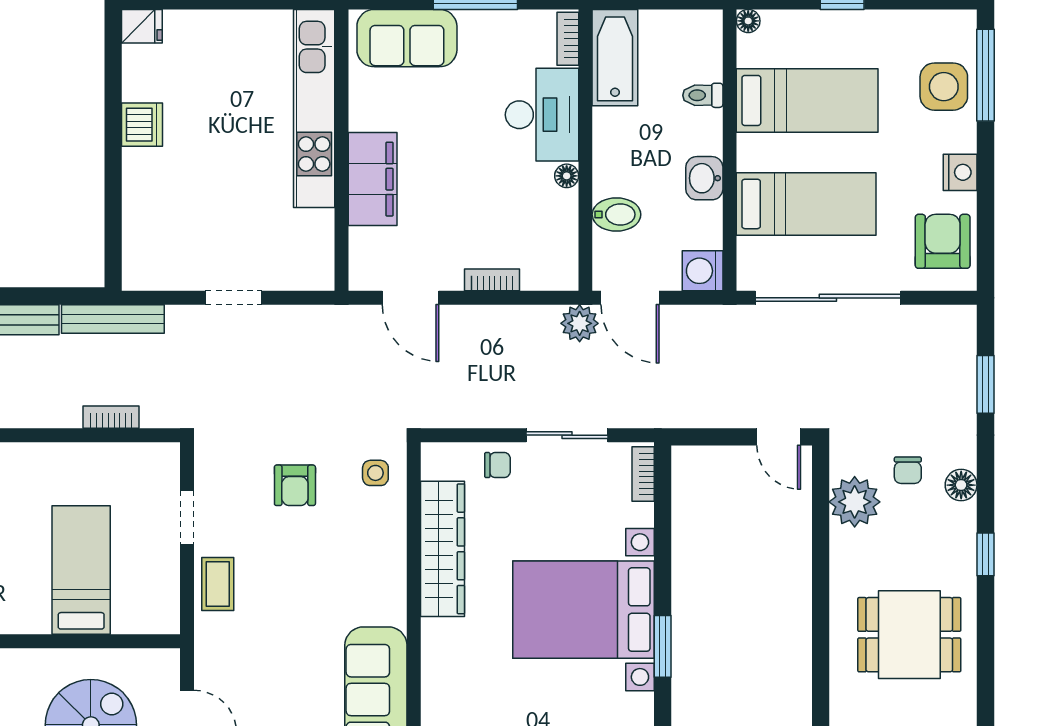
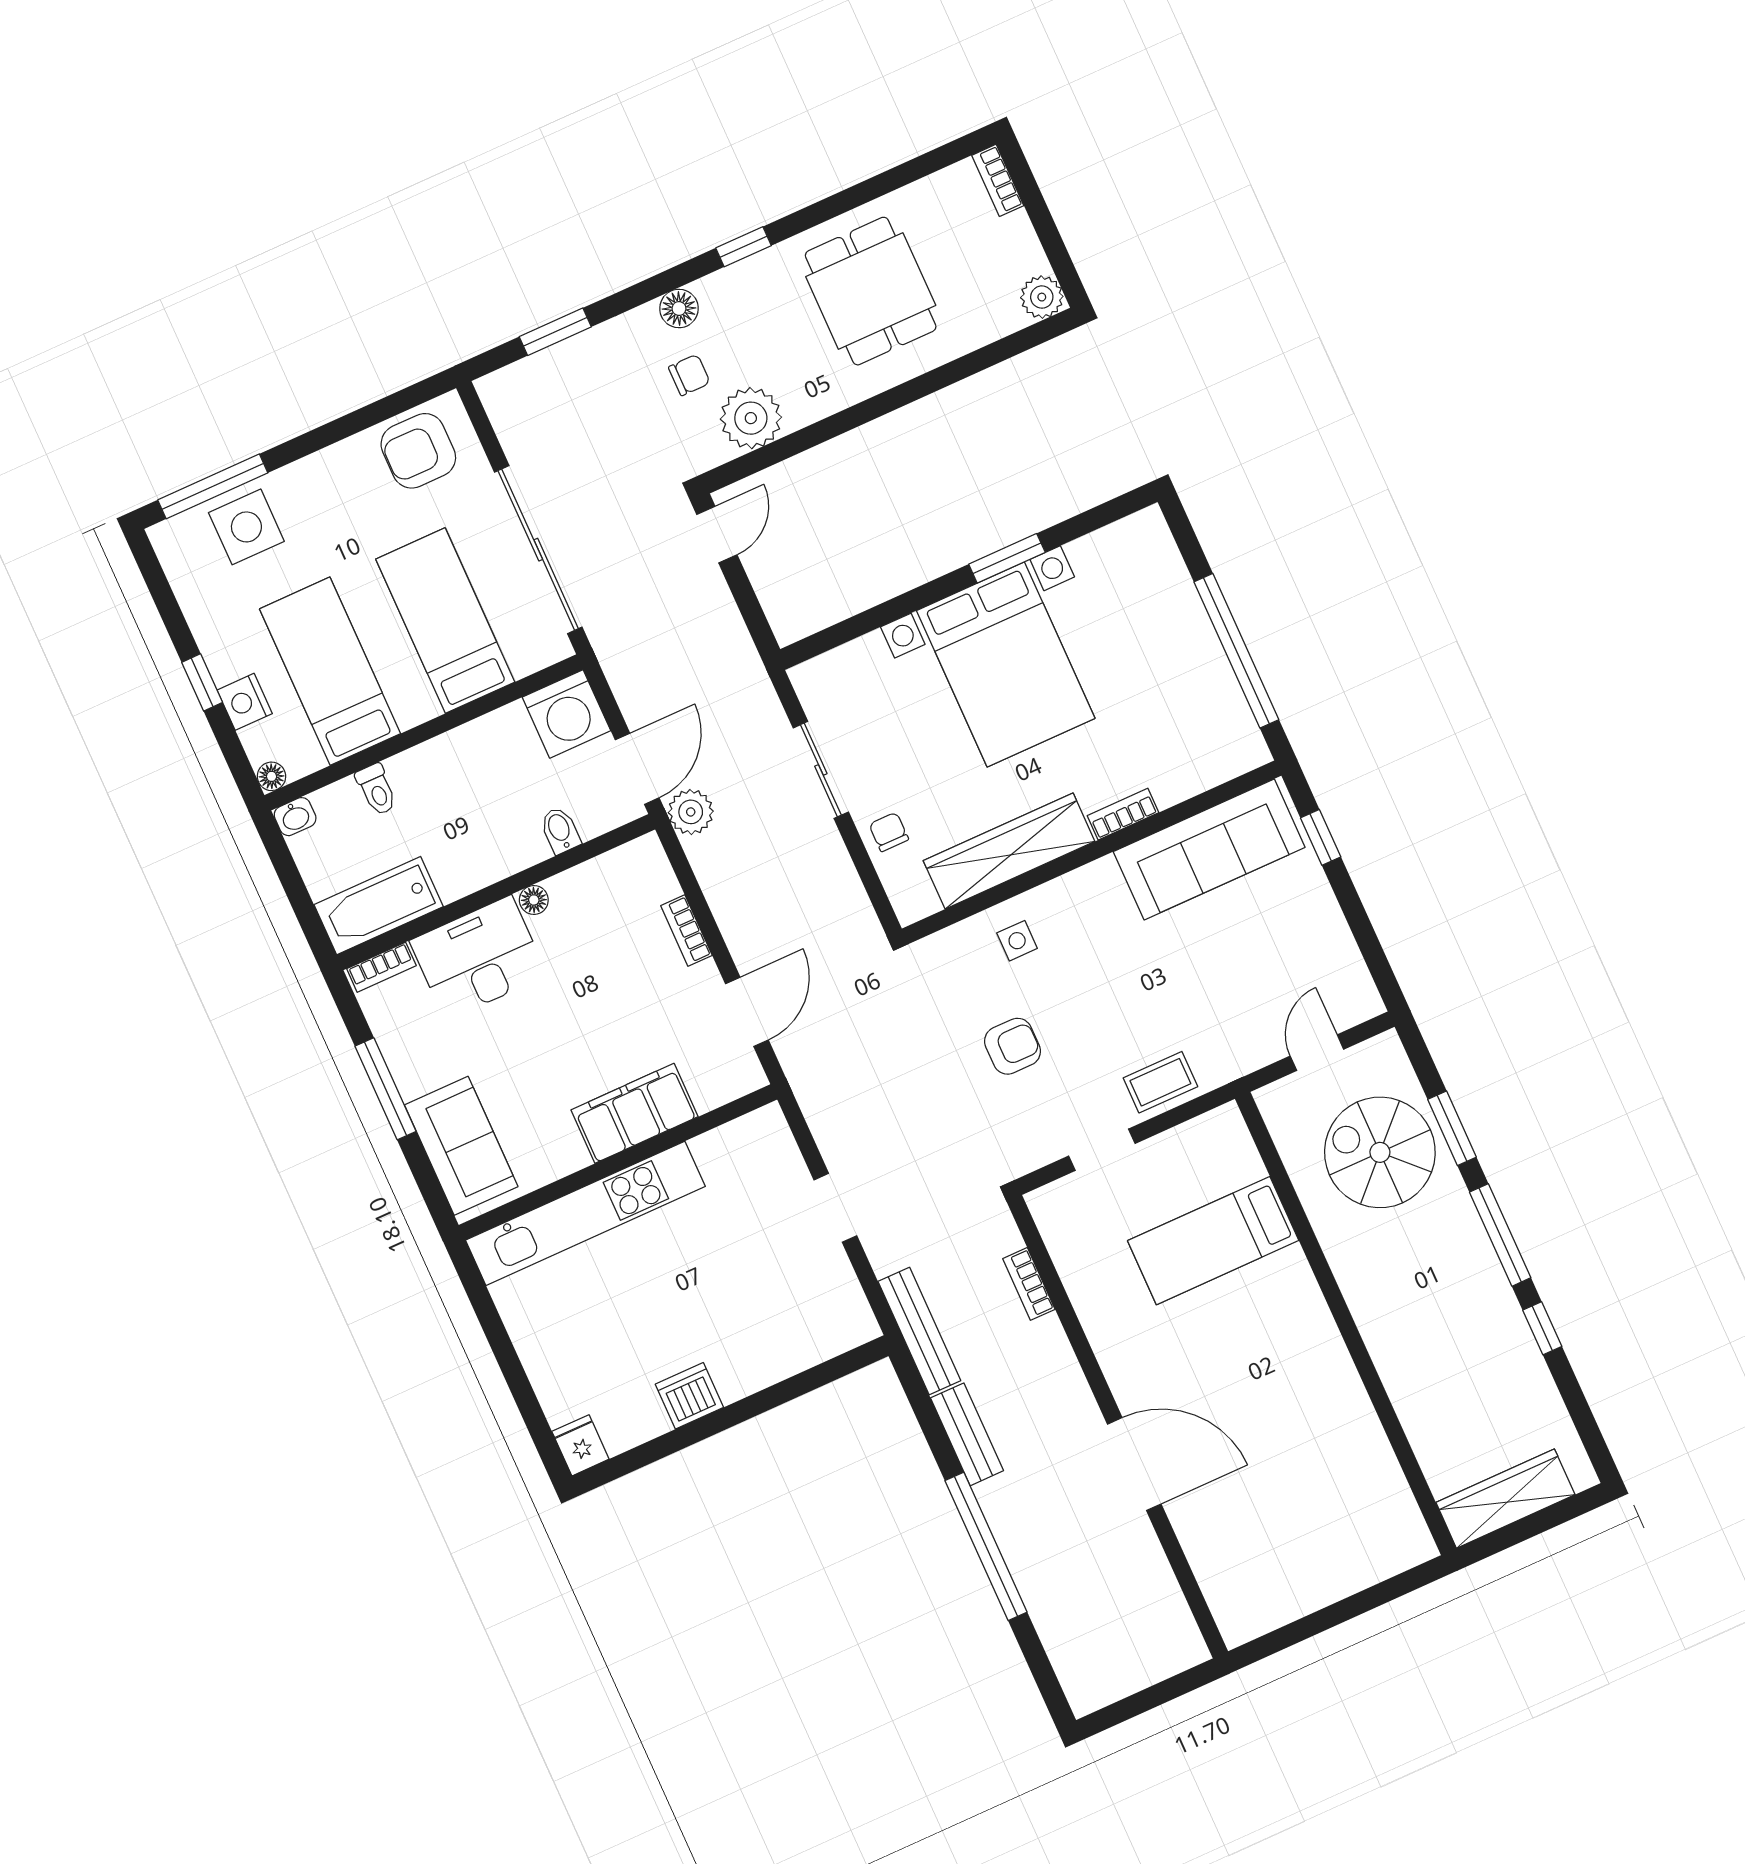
nightstand: (960, 172) -> (245, 702), moved, turned -90
washbasin: (704, 178) -> (295, 817), moved, width x0.72, depth x0.69
bidet: (616, 214) -> (560, 830), width x0.72, depth x0.74
washing machine: (703, 271) -> (566, 714), width x1.37, depth x1.37
side table: (375, 473) -> (1017, 941), moved
bookcase: (643, 474) -> (1123, 814), moved, turned 180

